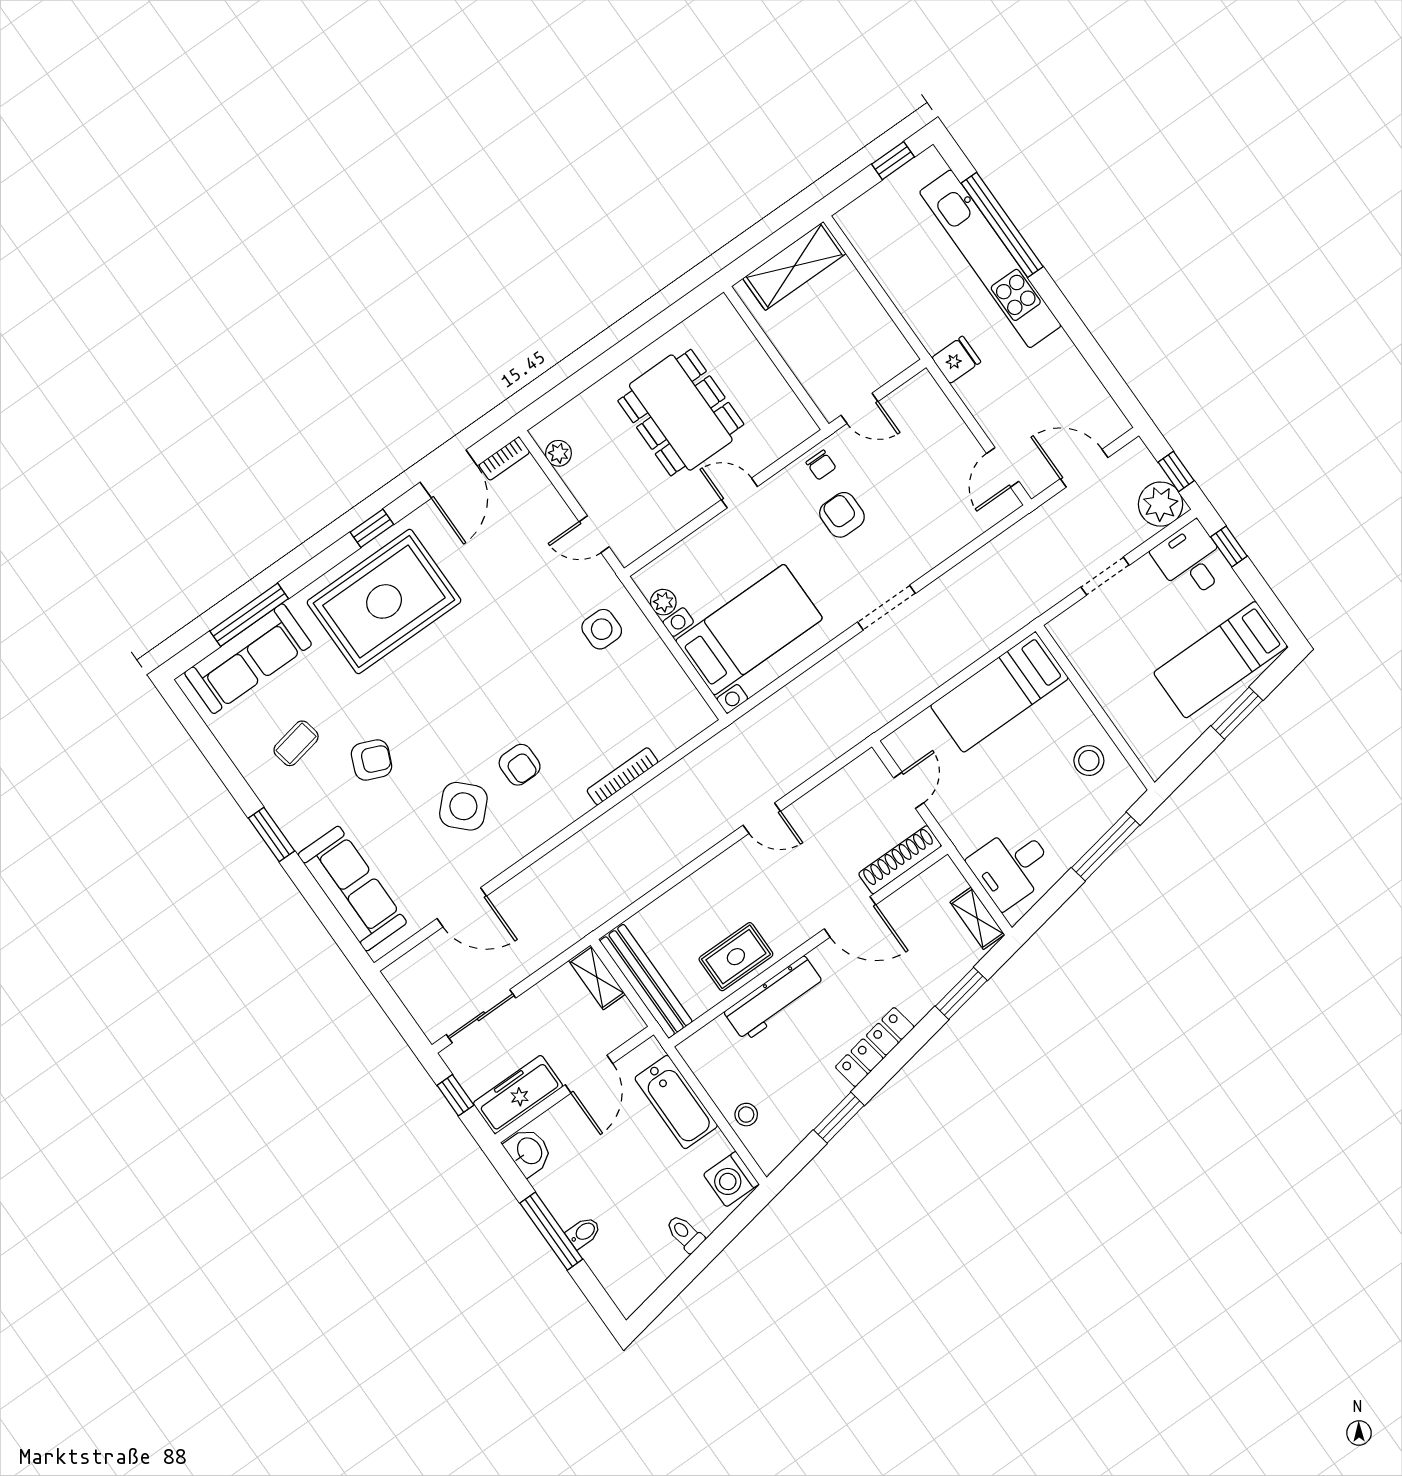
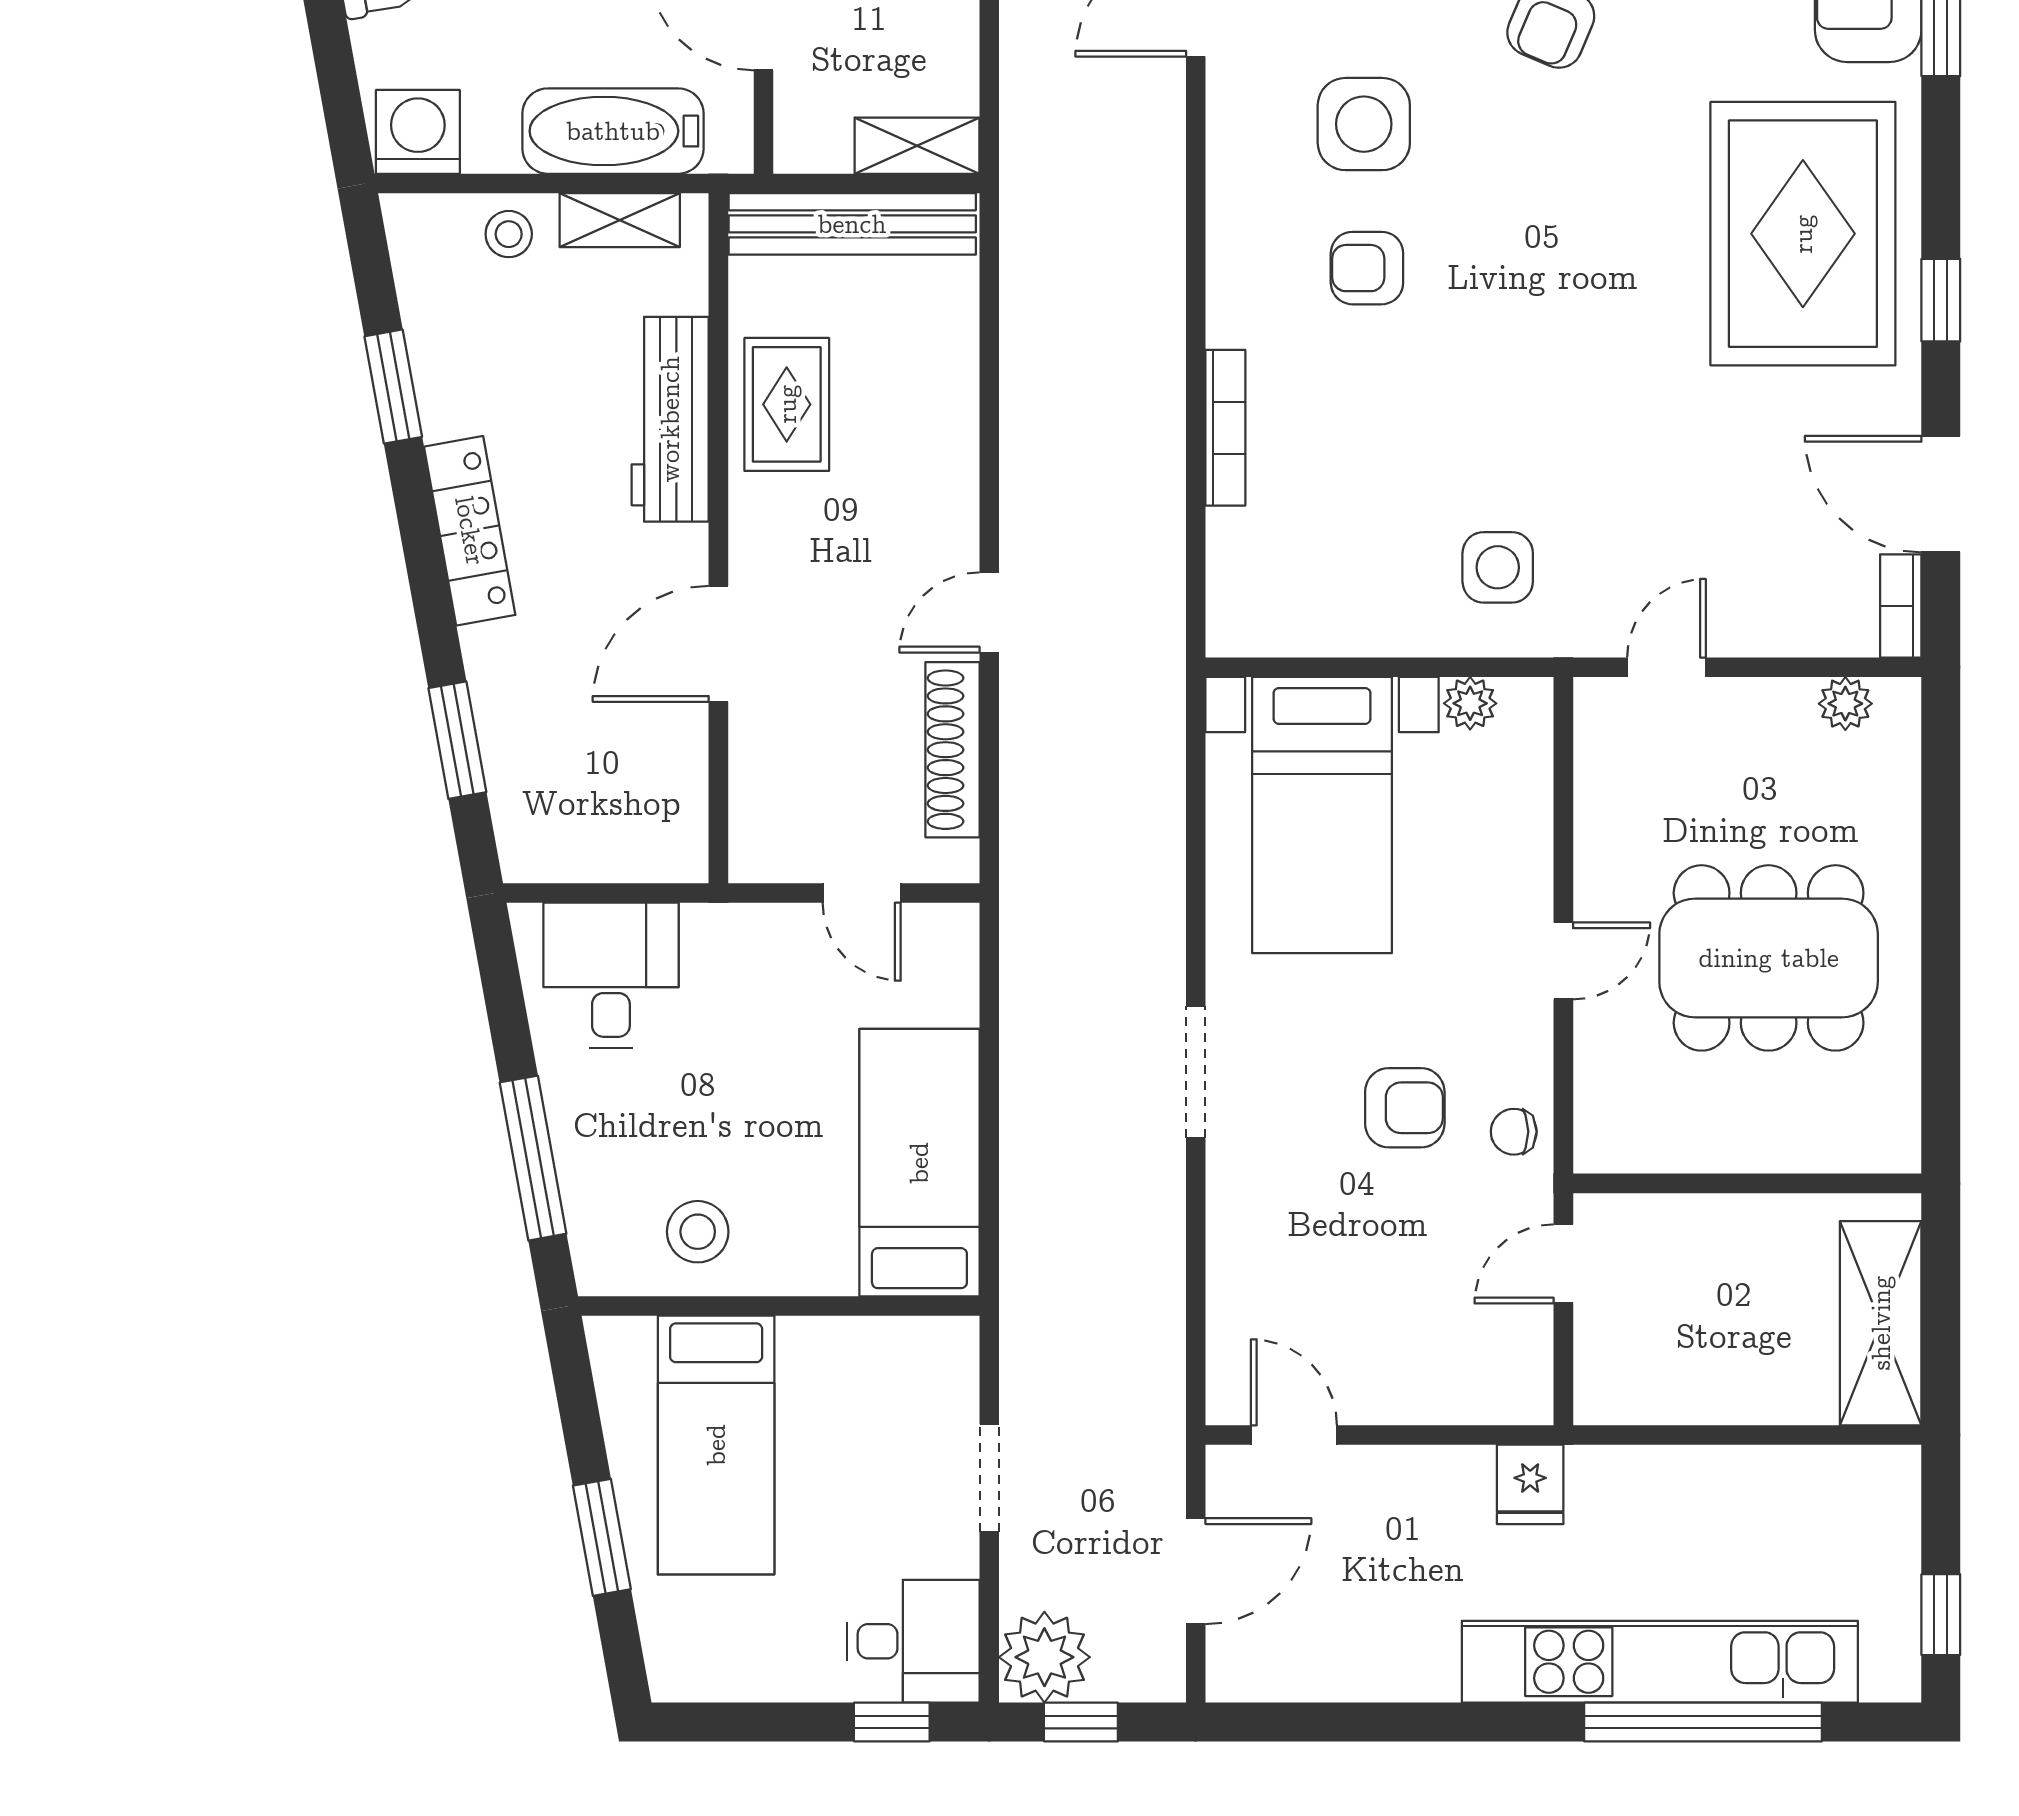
bed: (1220, 660) -> (716, 1445), moved, turned 180
side table: (463, 806) -> (1364, 124), turned 45
shoe rack: (900, 860) -> (953, 750), moved, turned 180
shelving: (977, 918) -> (620, 220), moved

